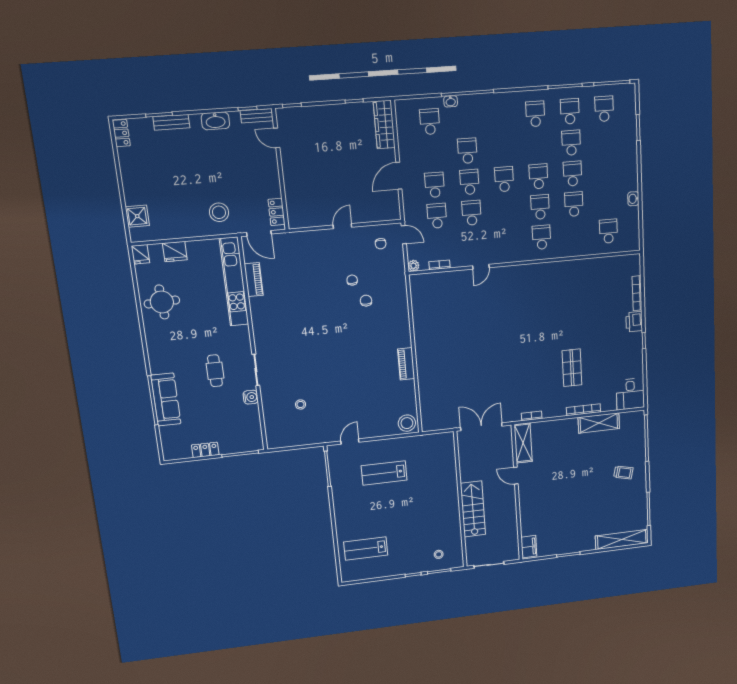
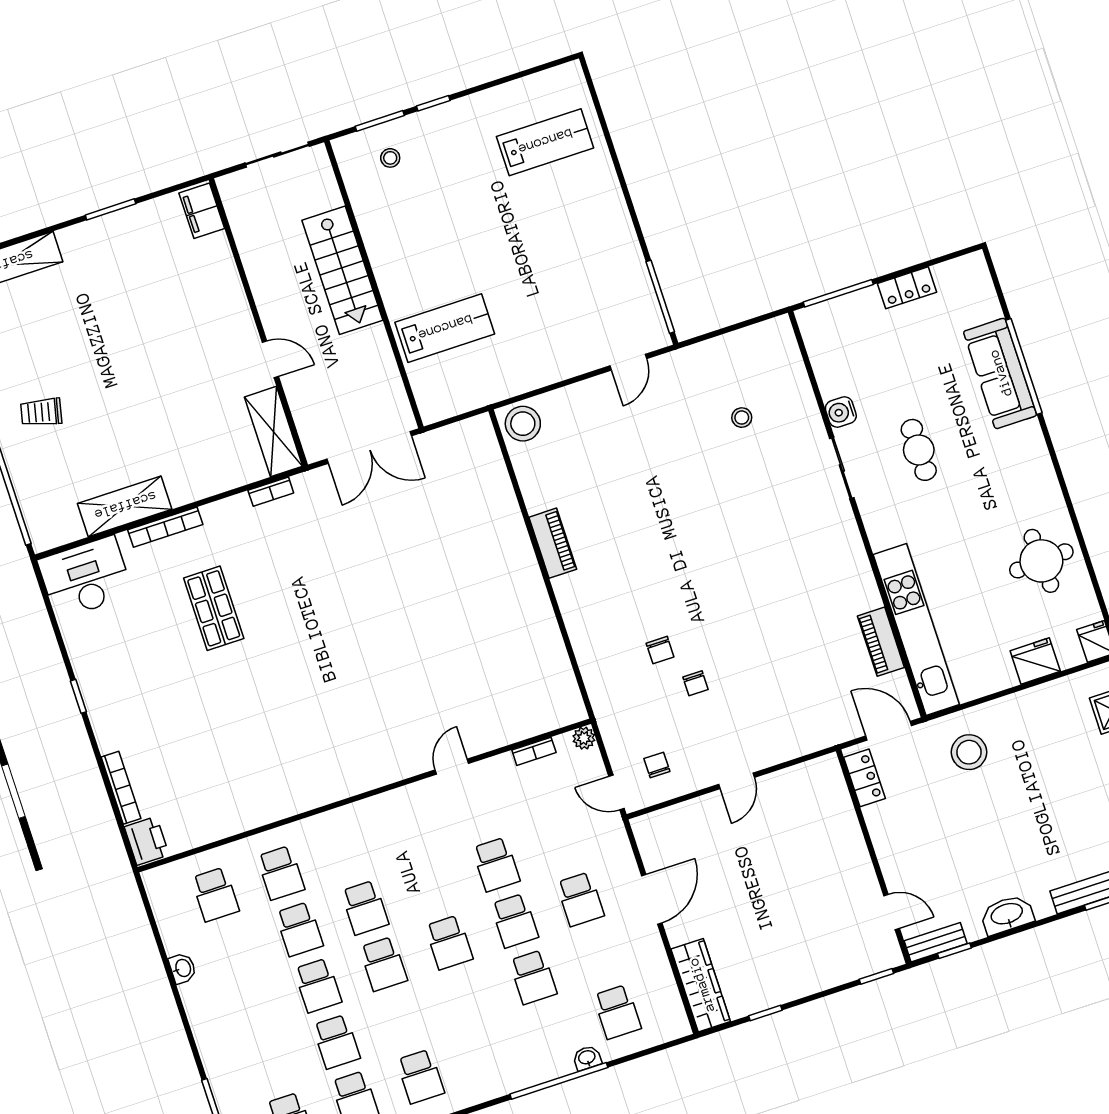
school desk: (437, 216) -> (562, 843), removed
school desk: (542, 237) -> (281, 873), moved
printer: (634, 322) -> (147, 841), moved
desk: (630, 394) -> (85, 578), width x1.37
lab bench: (384, 473) -> (445, 328), moved

